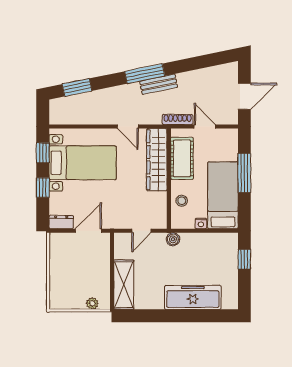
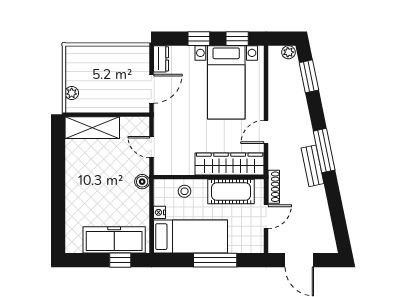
plant: (55, 106) -> (288, 52), added
door: (88, 231) -> (151, 89), hinge flipped
freezer: (193, 297) -> (114, 240), moved, turned -90

